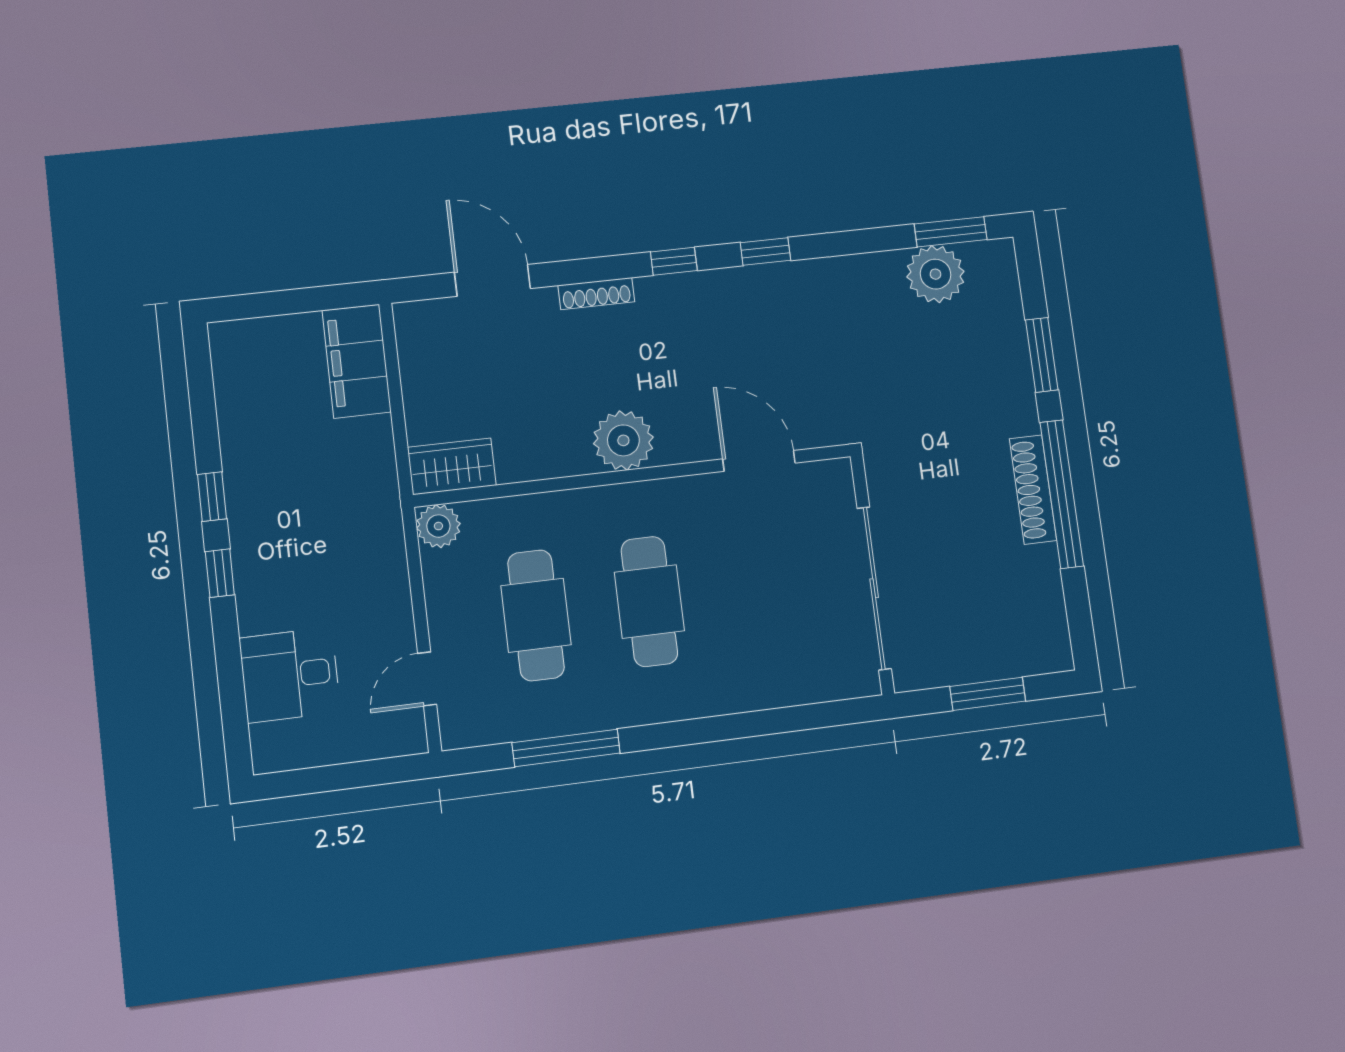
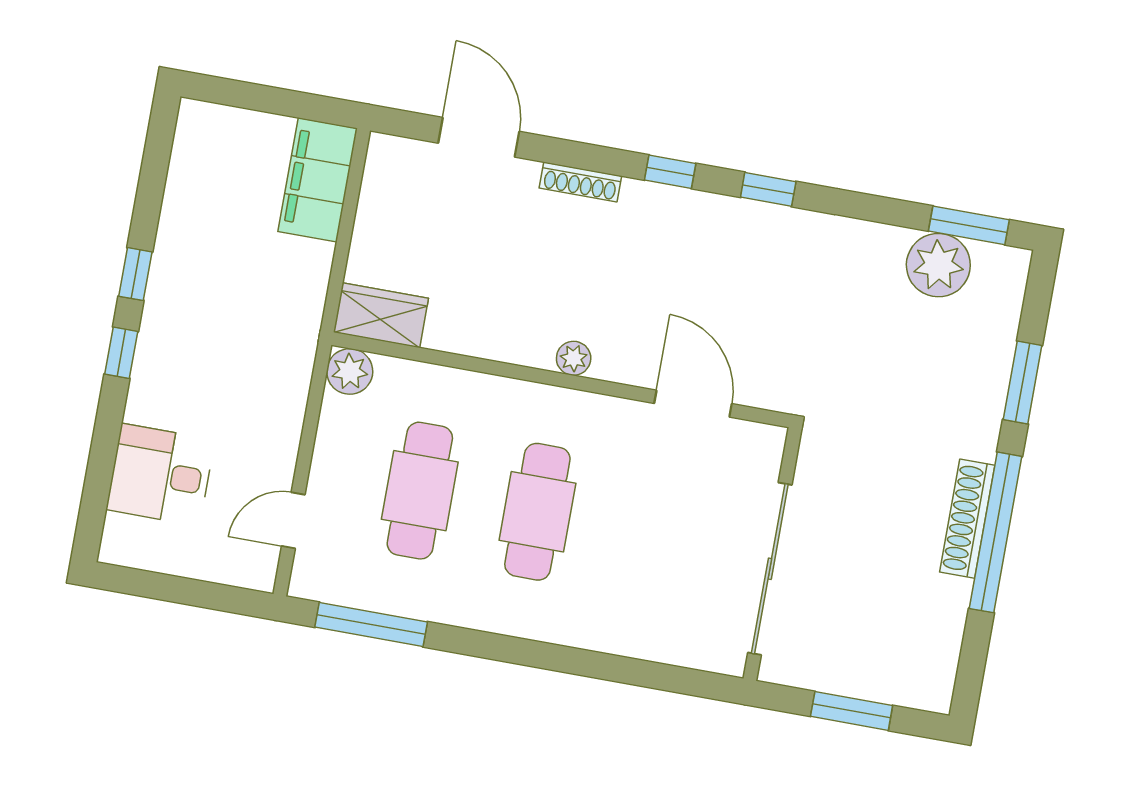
plant: (623, 440) -> (574, 358), width x0.53, depth x0.53
window: (566, 748) -> (371, 624), moved

